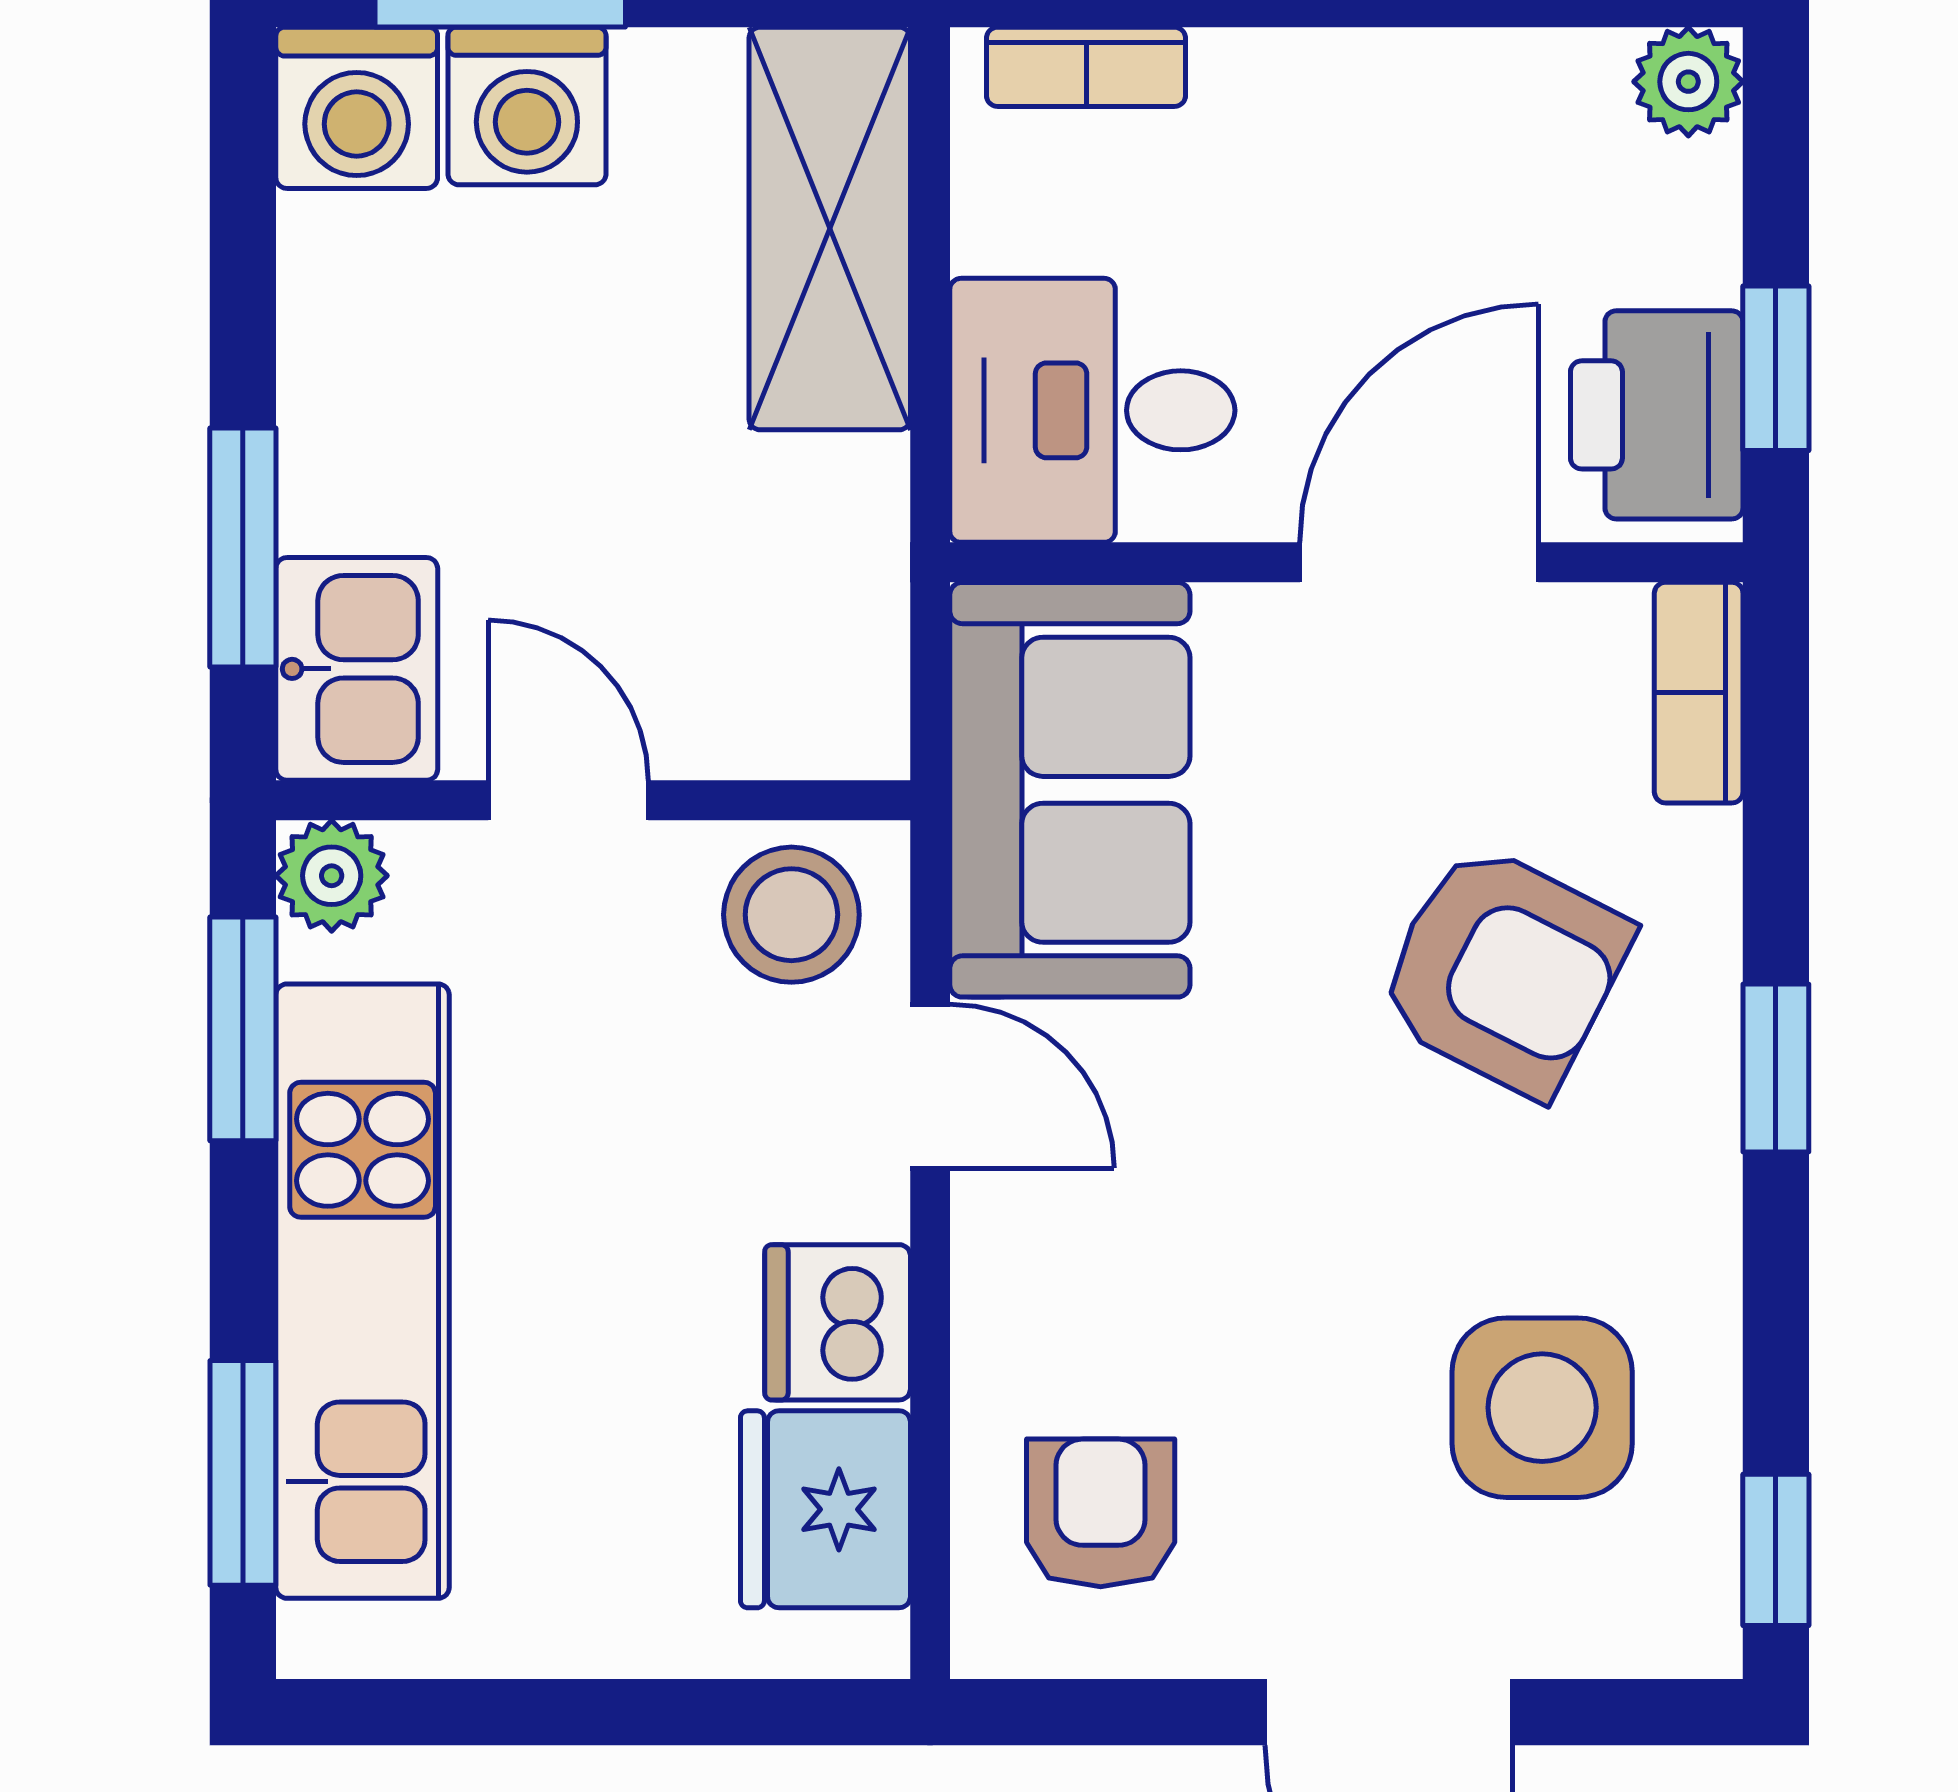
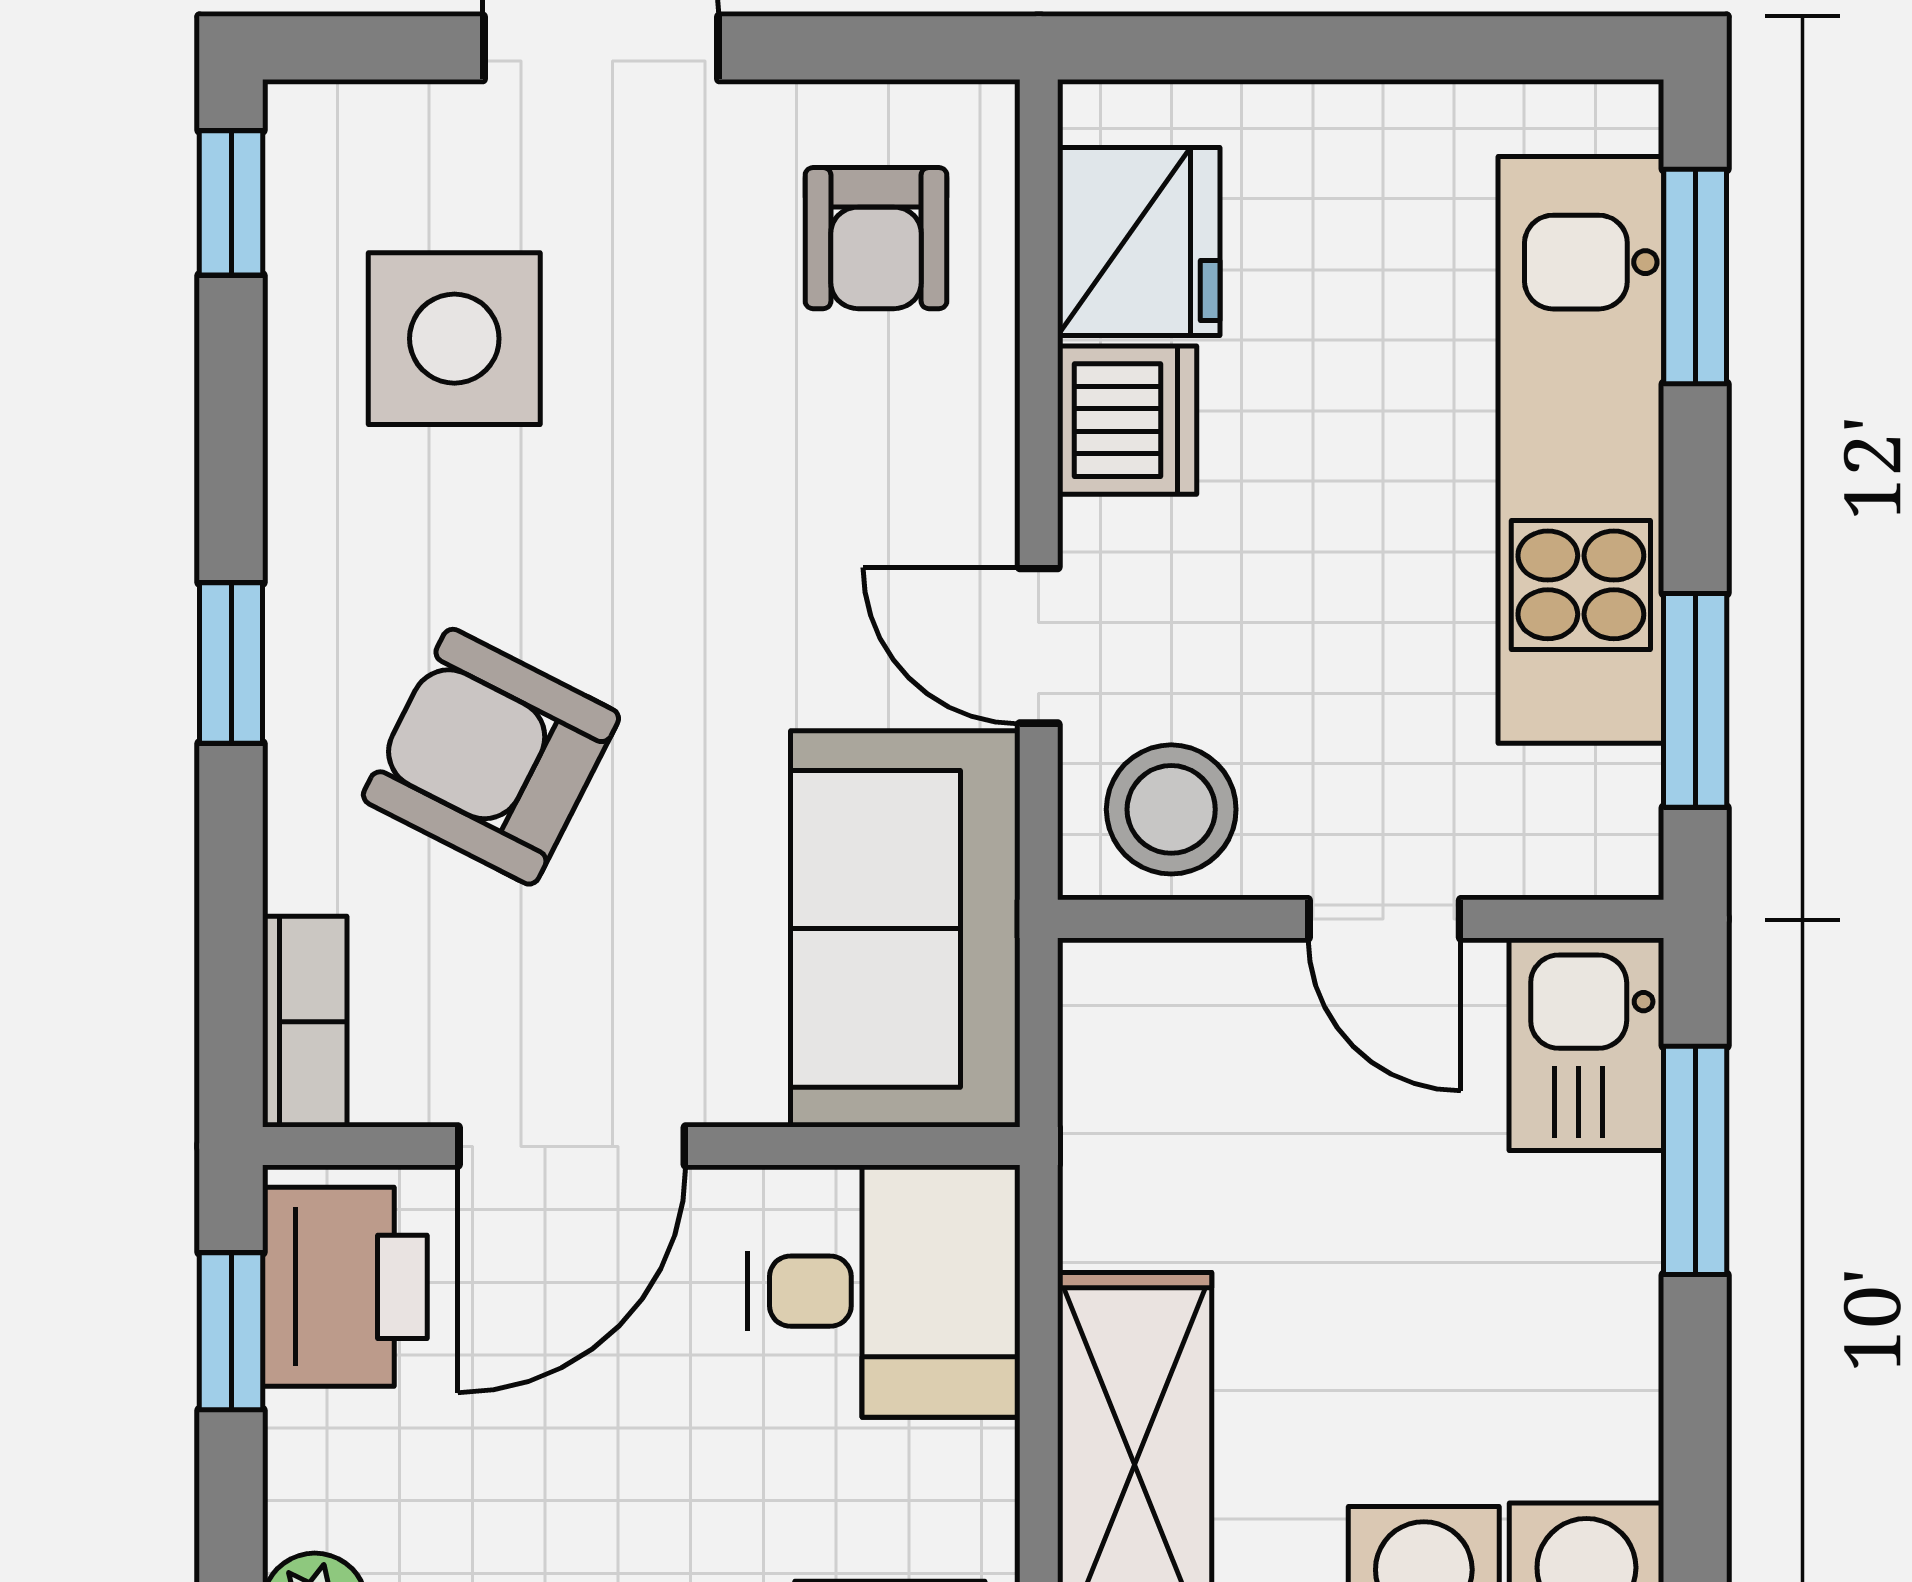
plant: (332, 876) -> (1610, 847), removed

